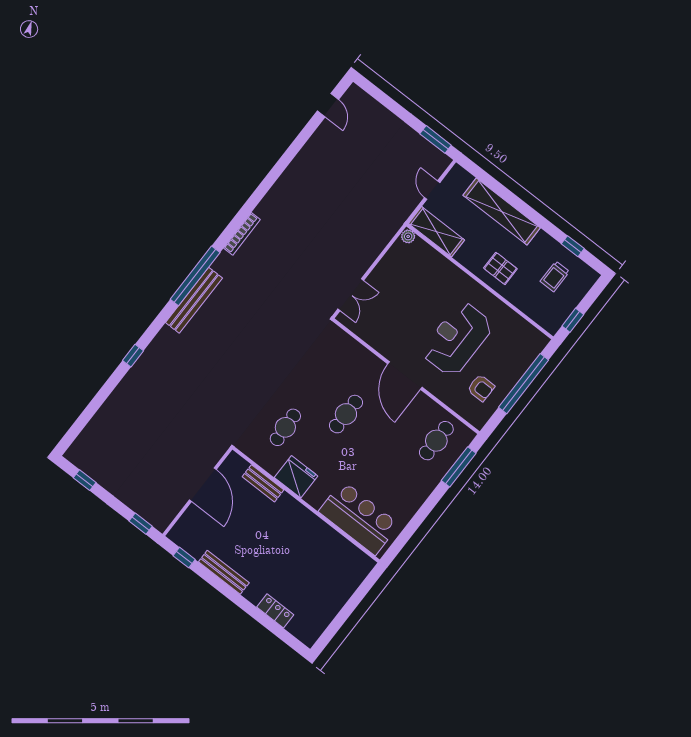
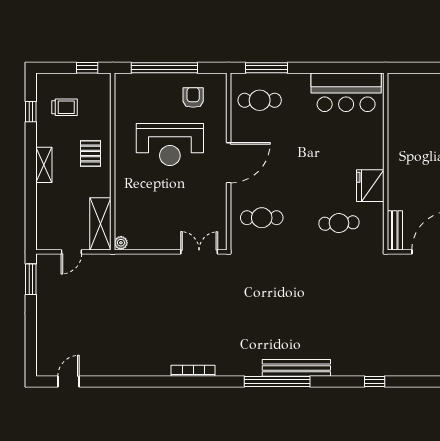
shelving: (502, 212) -> (44, 165), width x0.45, depth x0.75
bookcase: (242, 234) -> (193, 371), moved
cafe table: (346, 414) -> (262, 218), moved
bench: (263, 483) -> (395, 230), moved
bar counter: (359, 518) -> (346, 92), moved, turned -90

